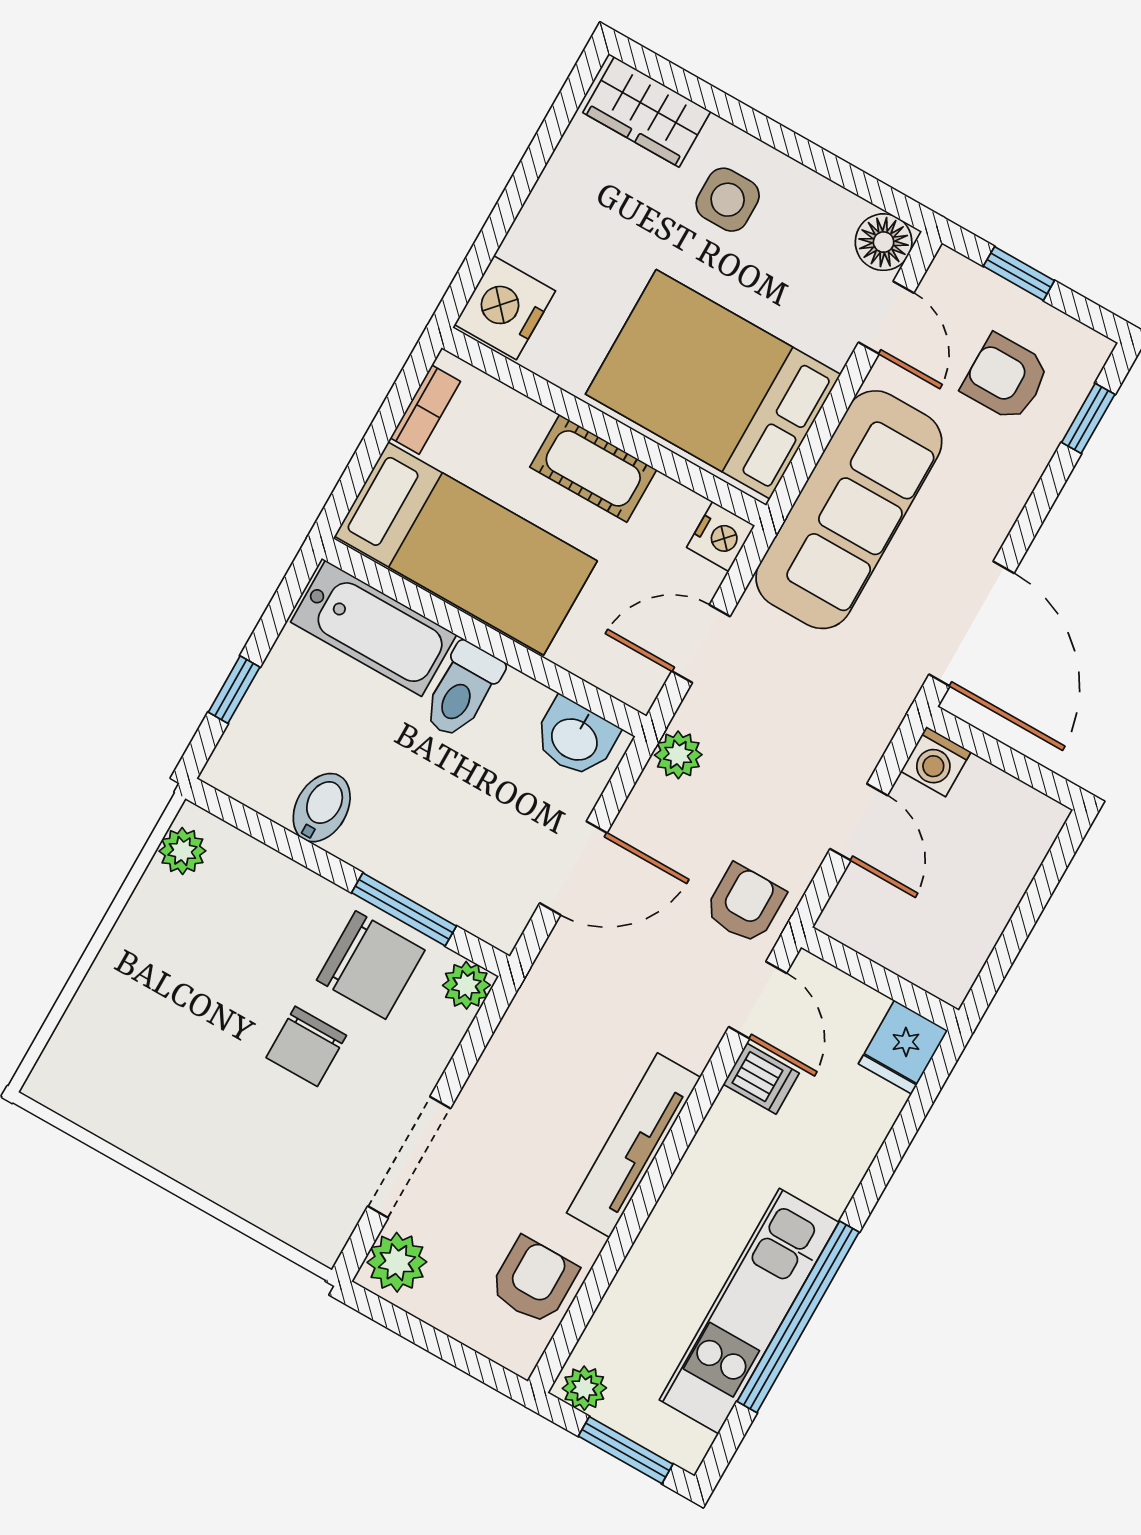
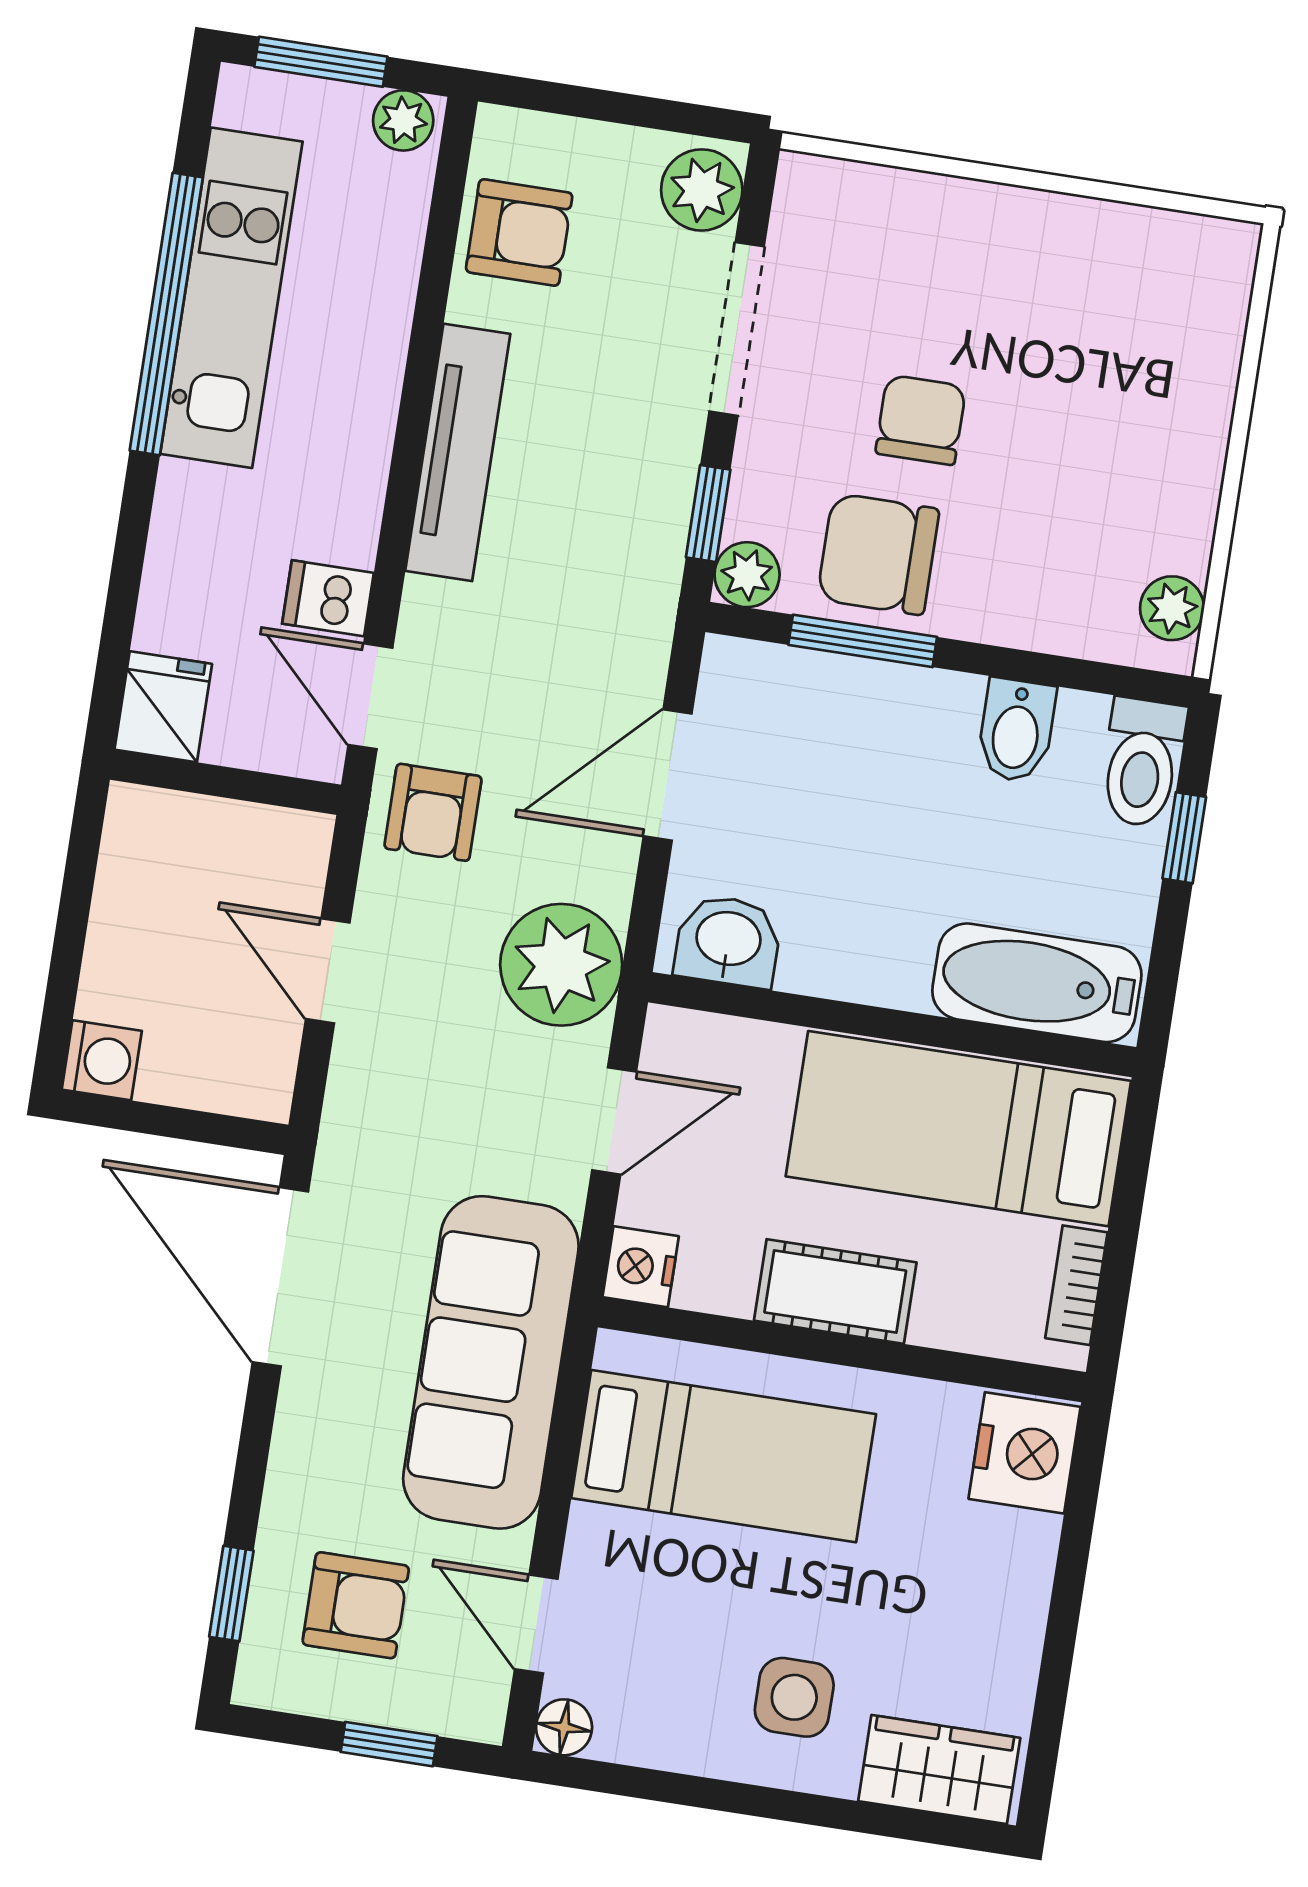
floor lamp: (884, 242) -> (564, 1727), width x0.73, depth x0.73
bed: (713, 384) -> (724, 1456), width x0.67
toilet: (462, 690) -> (1142, 762), moved, turned 180
plant: (678, 755) -> (561, 965), width x1.87, depth x1.87
washing machine: (936, 762) -> (102, 1060), moved, turned 90
window: (477, 1038) -> (708, 513), added
armchair: (534, 1281) -> (519, 232), turned -90

